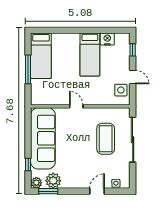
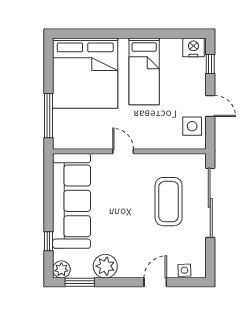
nightstand: (107, 39) -> (193, 47), moved
bed: (41, 56) -> (85, 73), width x2.04
window: (28, 69) -> (49, 116), moved
plant: (53, 181) -> (105, 266), moved

